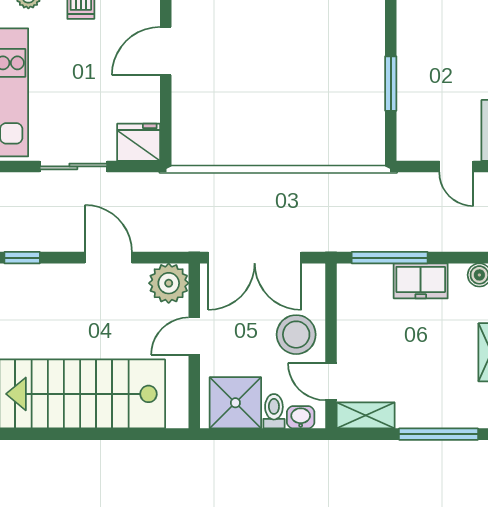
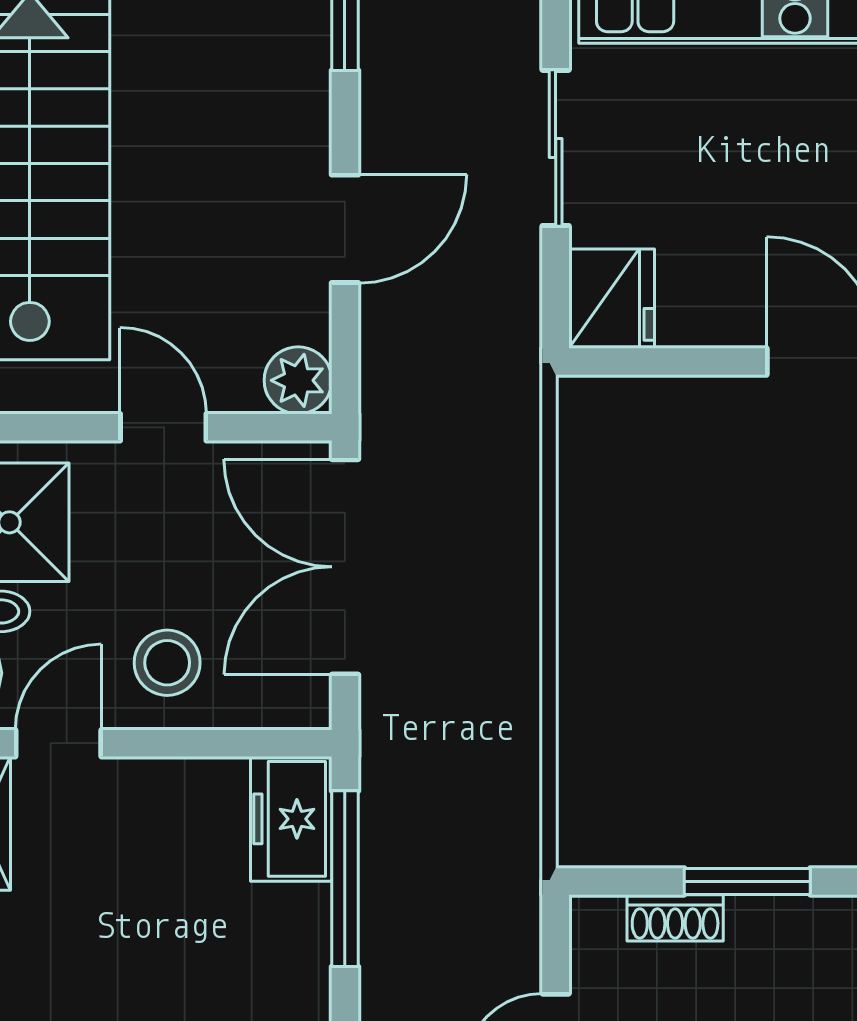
shoe rack: (407, 115) -> (675, 918), added
freezer: (421, 281) -> (291, 819), moved
plant: (169, 283) -> (298, 380), width x0.73, depth x0.73
stool: (296, 335) -> (167, 663), width x0.73, depth x0.73

